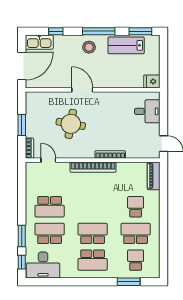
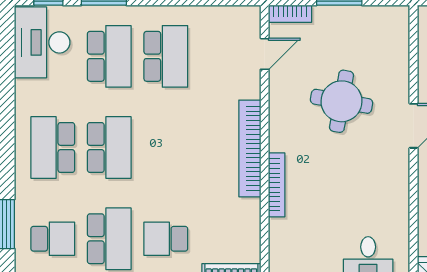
school desk: (50, 207) -> (166, 56), turned 180
school desk: (136, 207) -> (166, 239), turned 180

